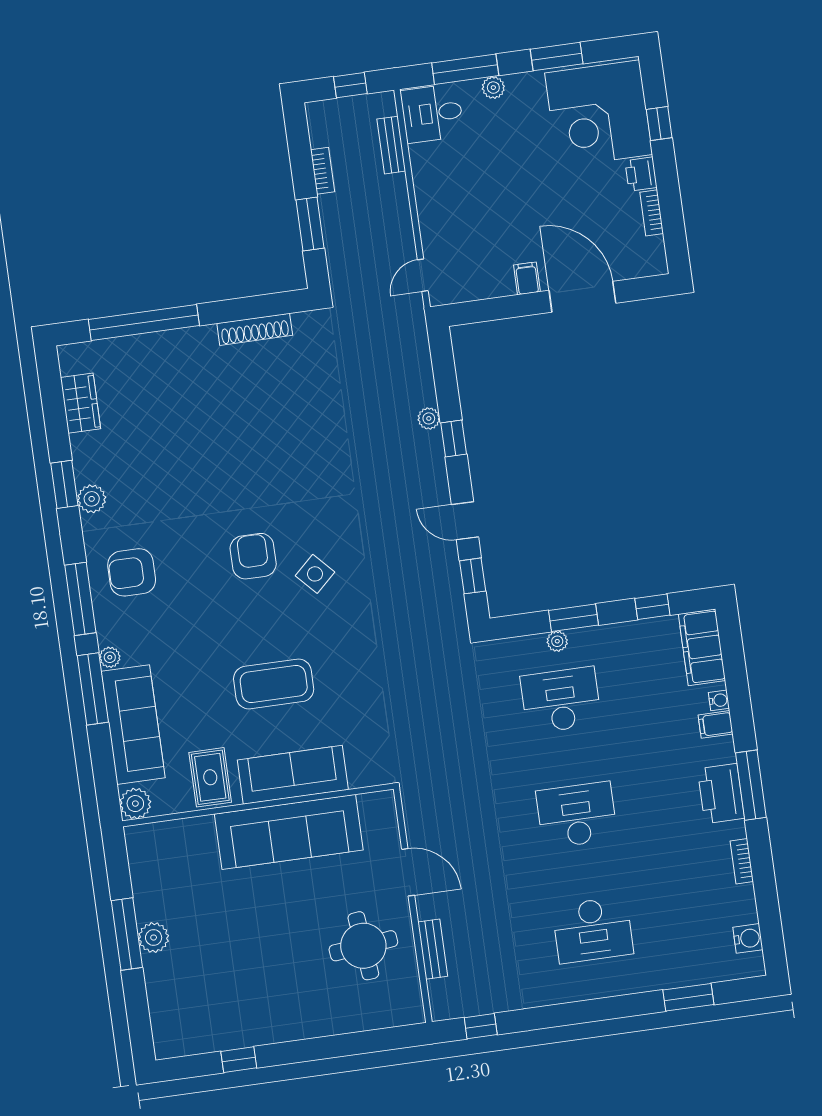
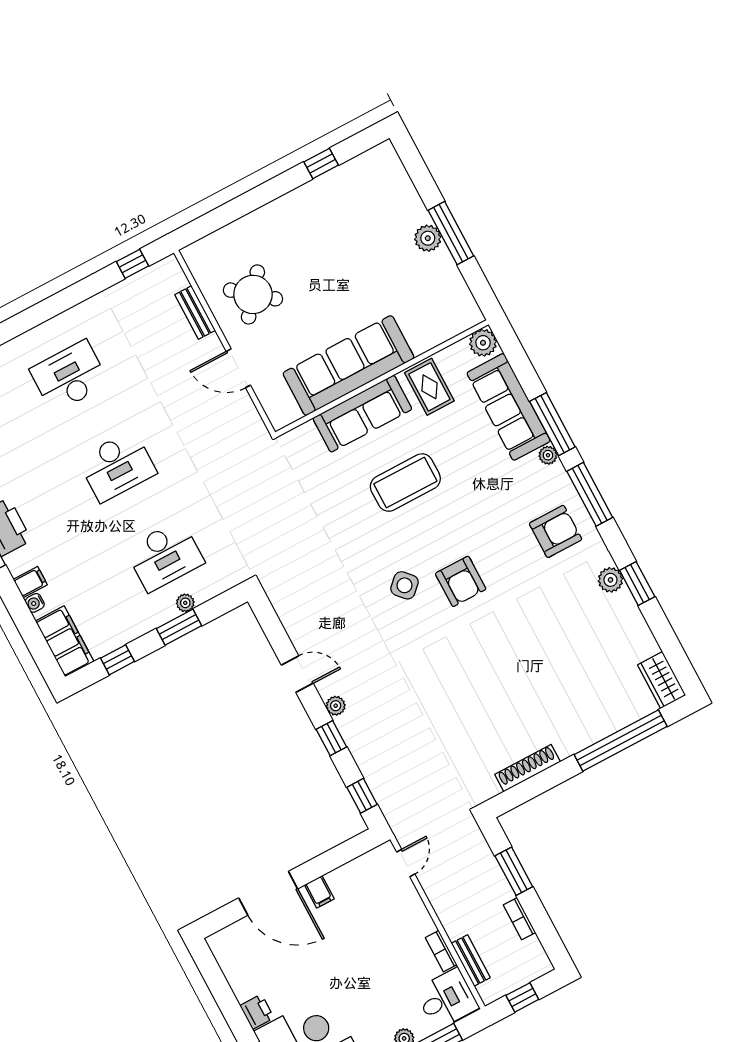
bookcase: (652, 213) -> (441, 951), moved, turned 180
wardrobe: (81, 403) -> (662, 680), moved
plant: (429, 418) -> (336, 706), moved
window: (473, 576) -> (362, 796), moved
round table: (363, 946) -> (253, 294), turned 45

